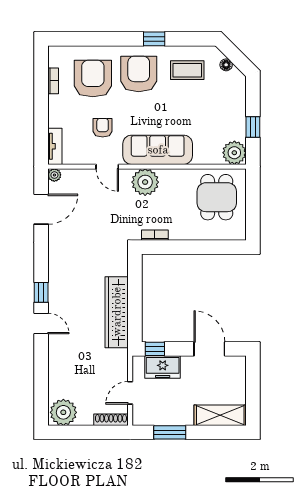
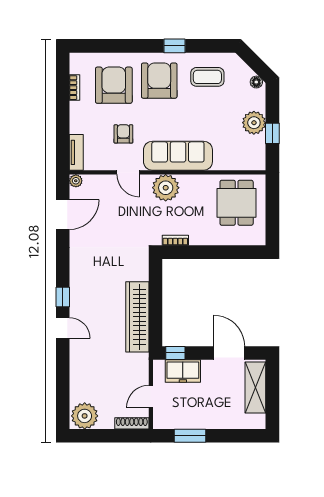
floor lamp: (226, 65) -> (256, 82), moved
plant: (234, 153) -> (254, 123), moved
shelving: (220, 415) -> (255, 387), moved, turned 90

